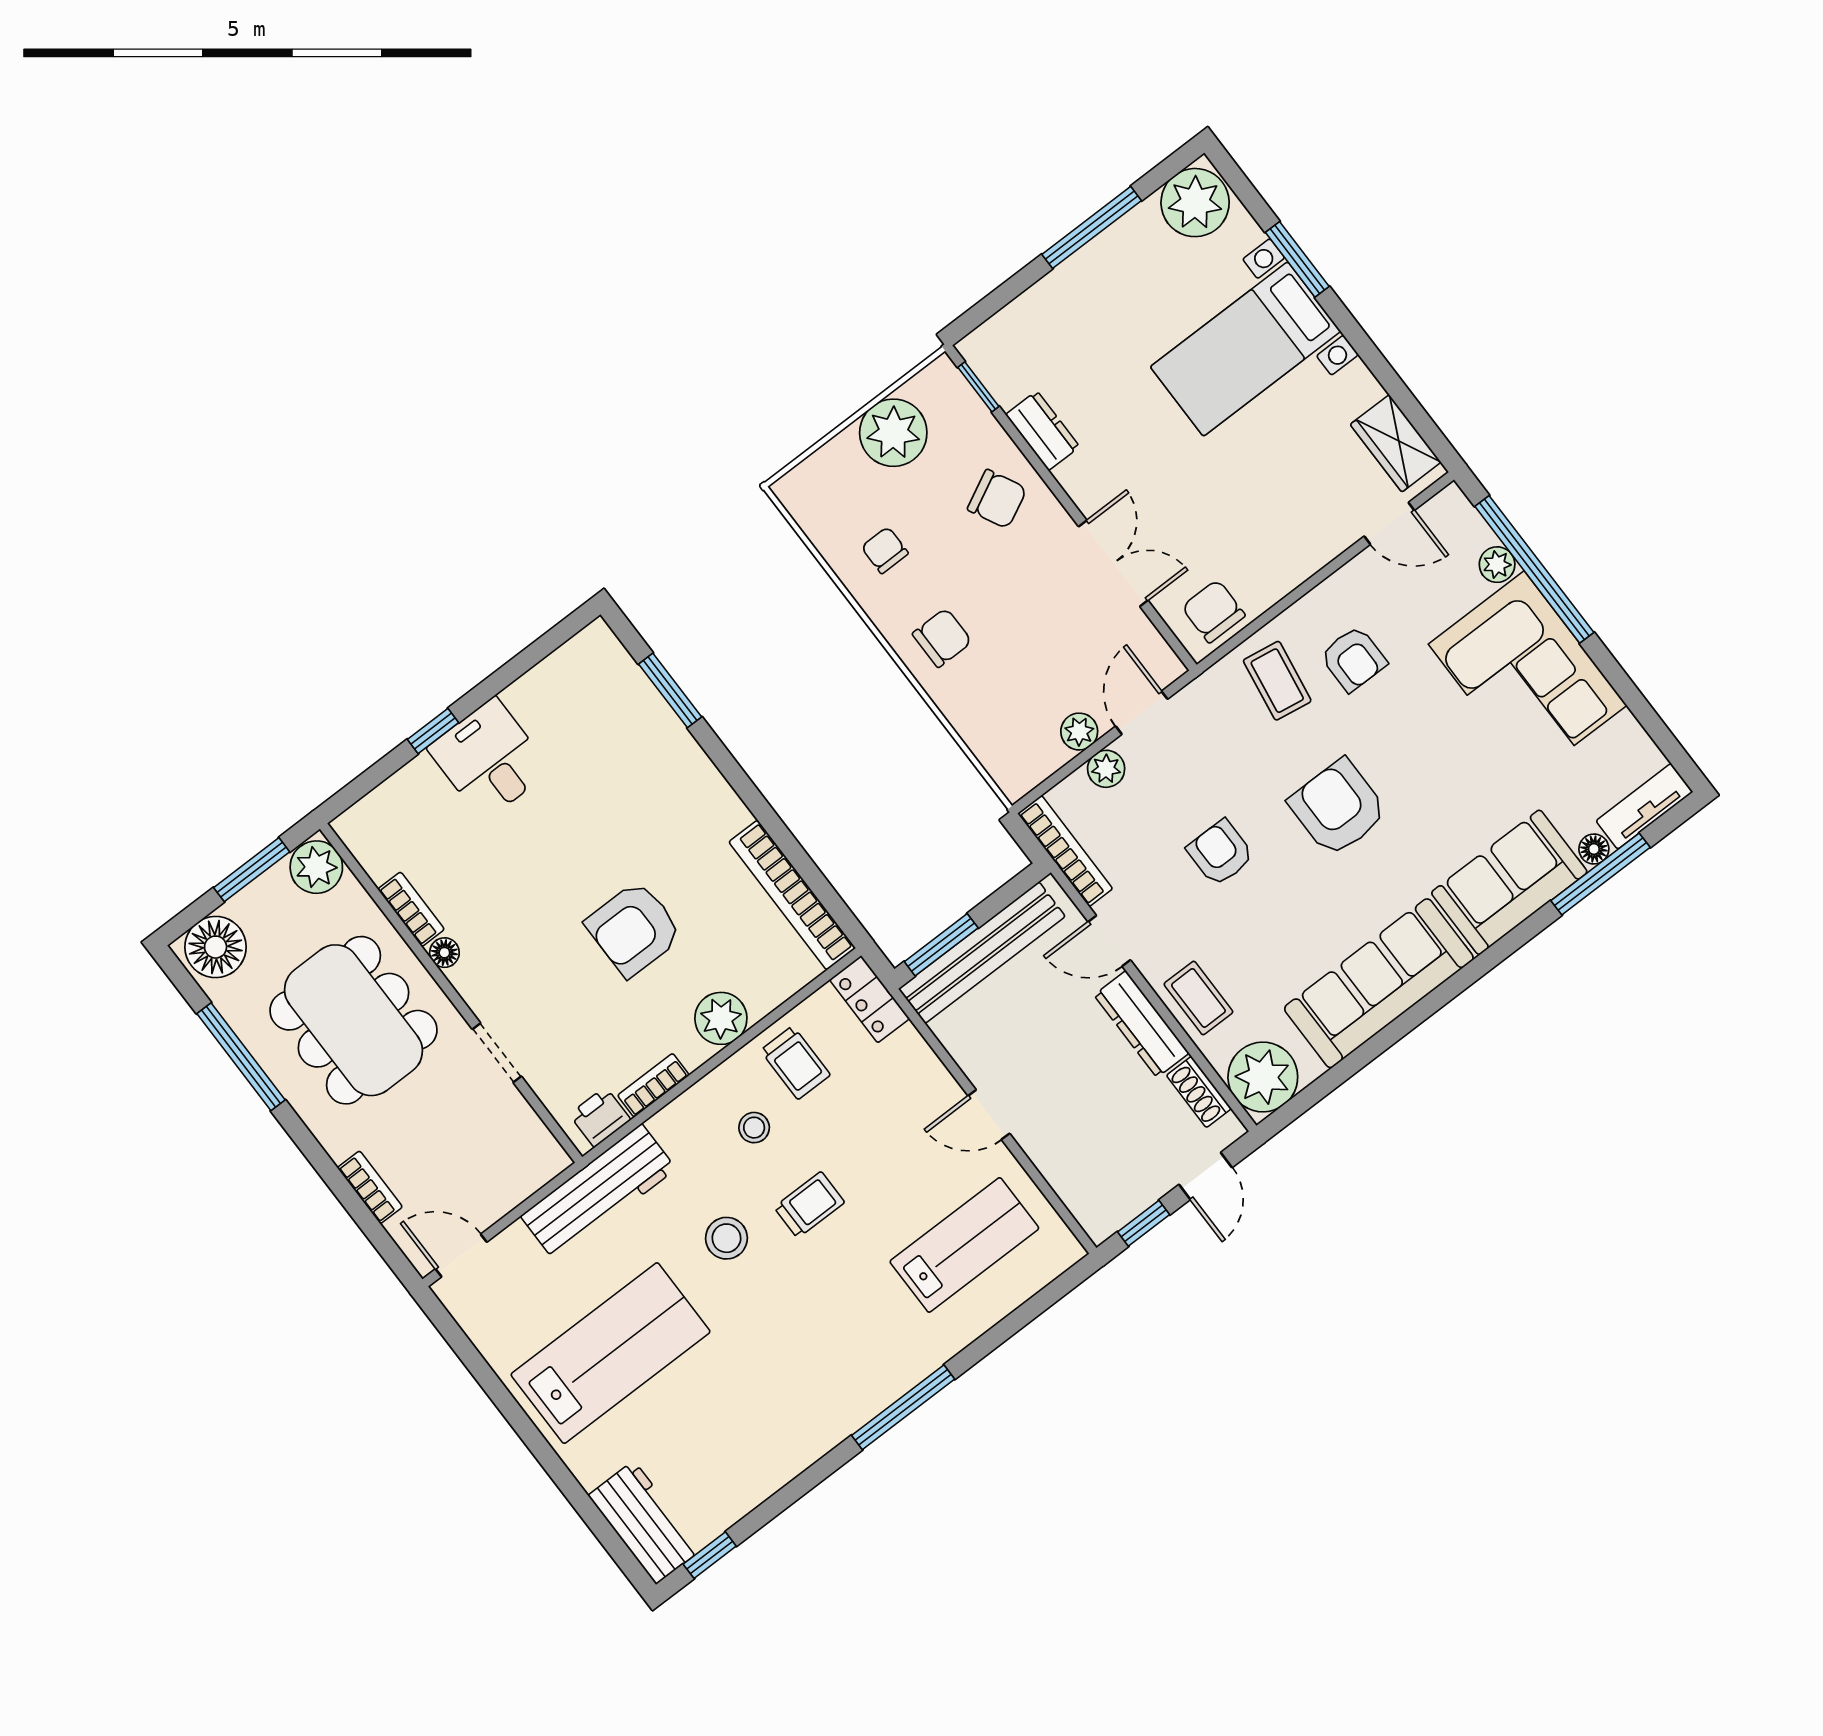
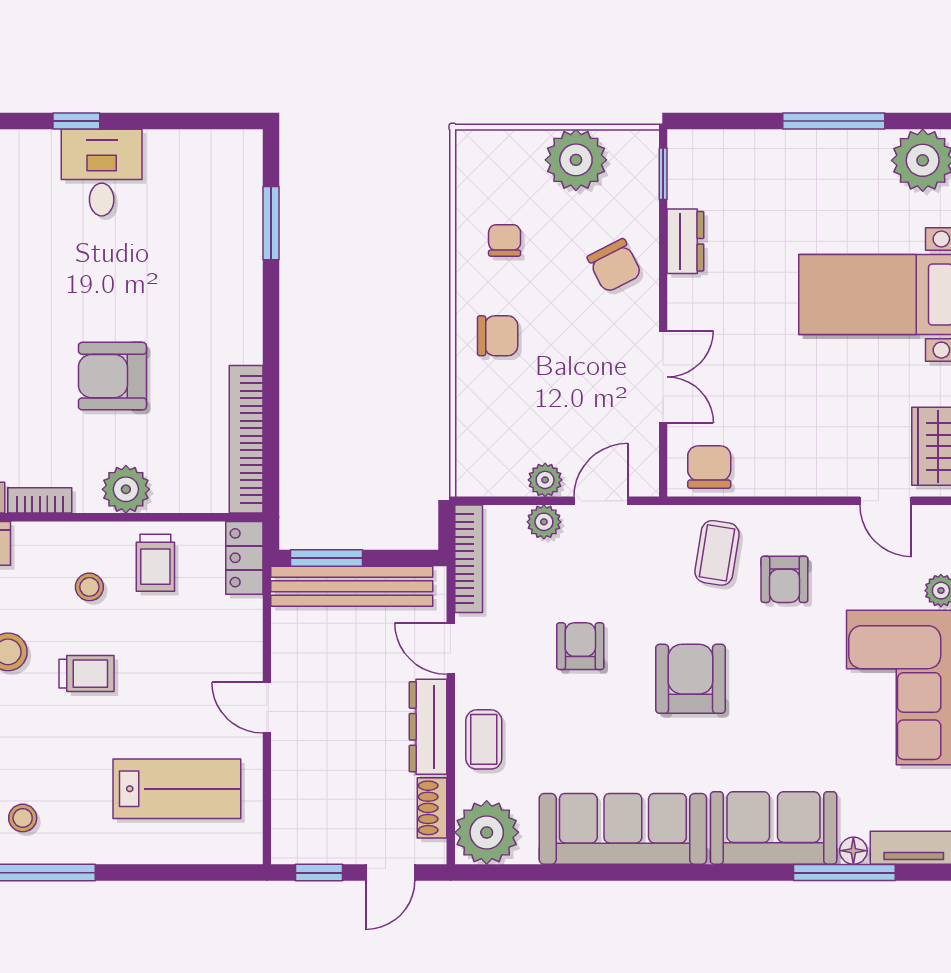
stool: (850, 1373) -> (23, 818), added

